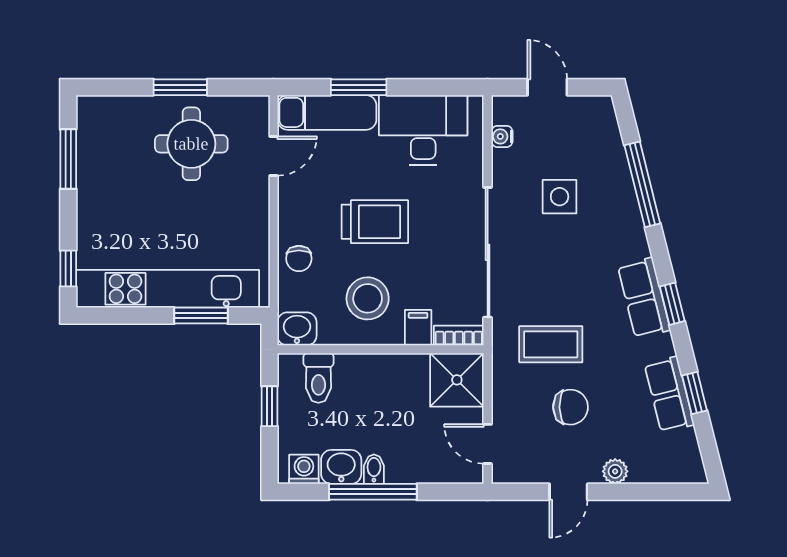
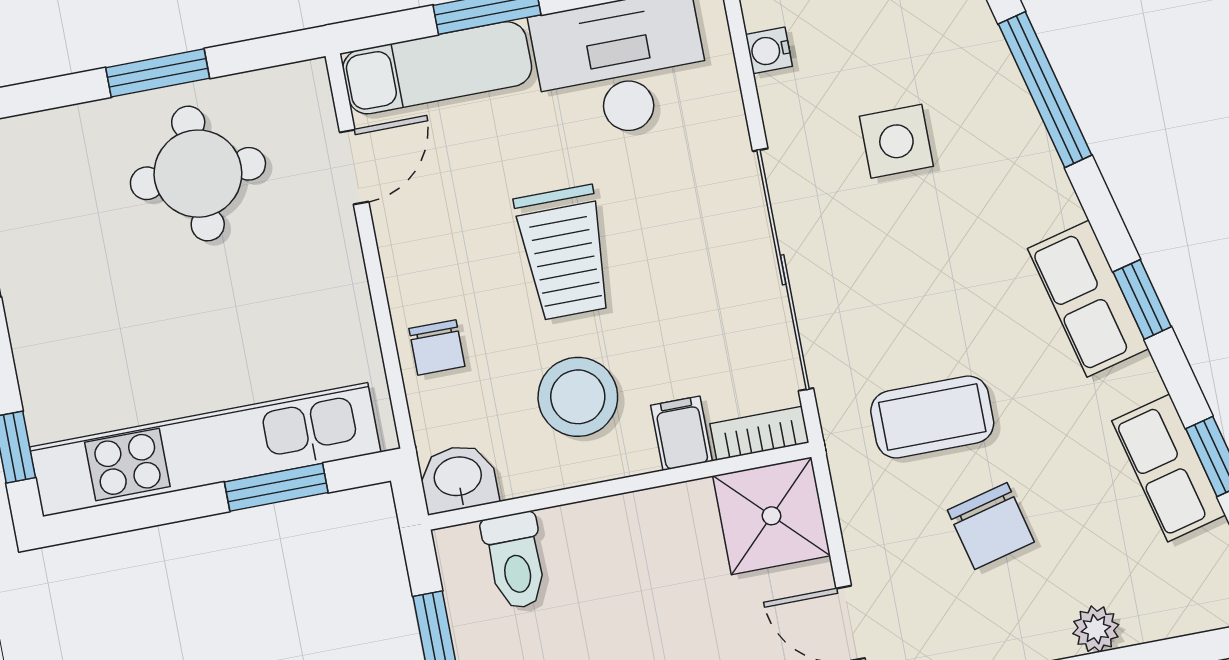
trolley: (375, 222) -> (564, 253), turned 90
chair: (571, 407) -> (991, 526), turned 77

